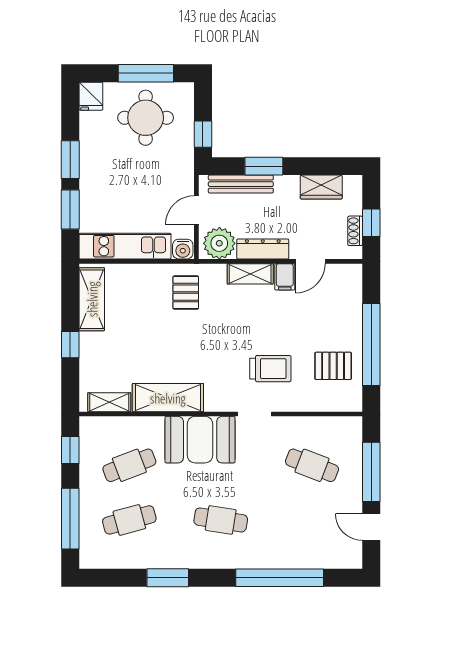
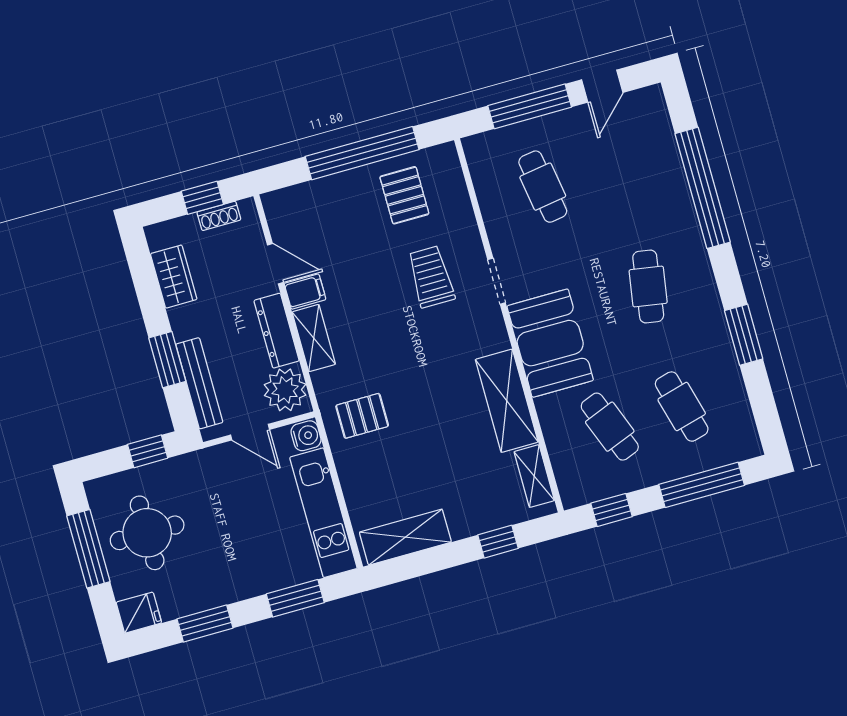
window: (70, 160) -> (205, 623), moved
window: (70, 345) -> (498, 542), moved
cafe table: (312, 465) -> (543, 187), turned -30

